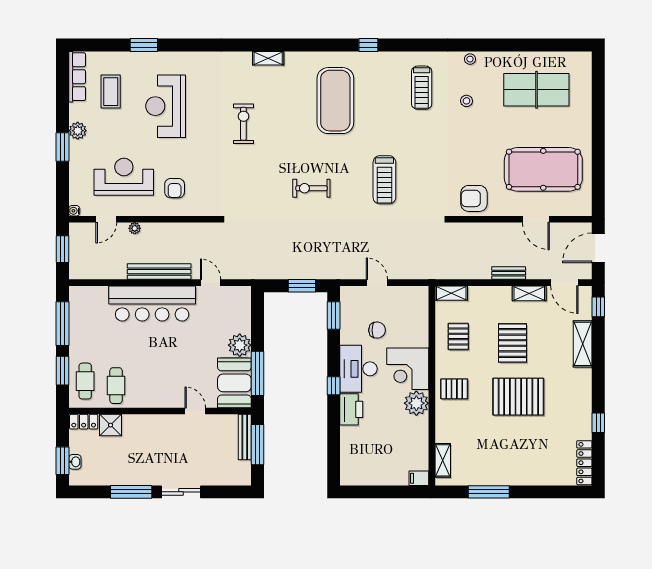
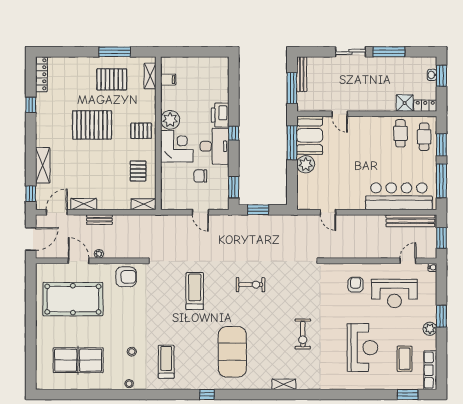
window: (144, 45) -> (408, 395), moved
plant: (135, 228) -> (99, 254), moved
bench: (159, 272) -> (410, 221), moved
door: (564, 283) -> (57, 212), hinge flipped
bar counter: (152, 303) -> (399, 196), moved
pallet: (512, 343) -> (112, 79), moved, turned 90
bench: (245, 437) -> (302, 74), moved
filing cabinet: (419, 478) -> (168, 80), moved

